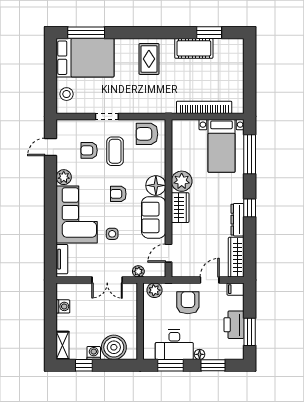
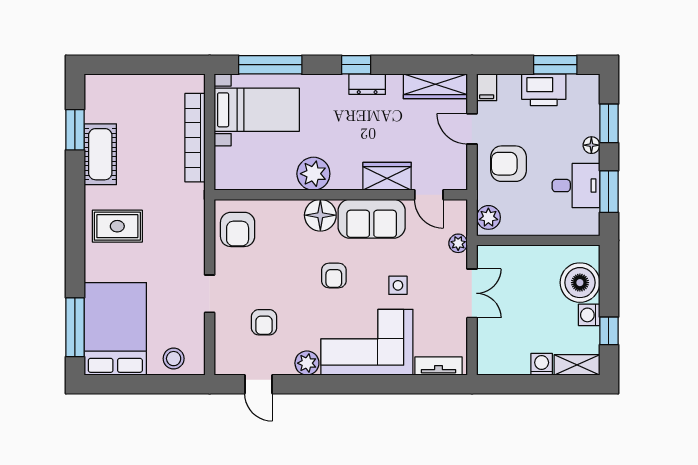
coffee table: (115, 151) -> (265, 281), removed
wardrobe: (180, 208) -> (387, 176), moved
dresser: (238, 220) -> (367, 84), width x0.70
washing machine: (63, 306) -> (542, 364), moved
desk: (174, 345) -> (576, 186), width x0.73

